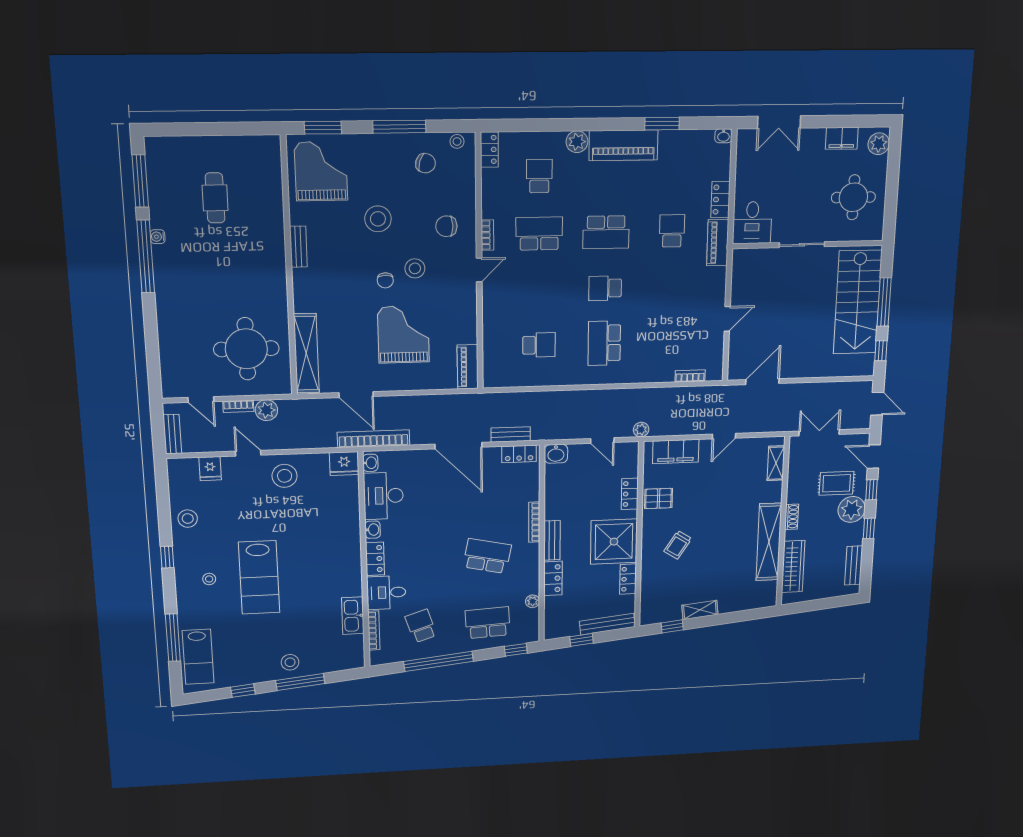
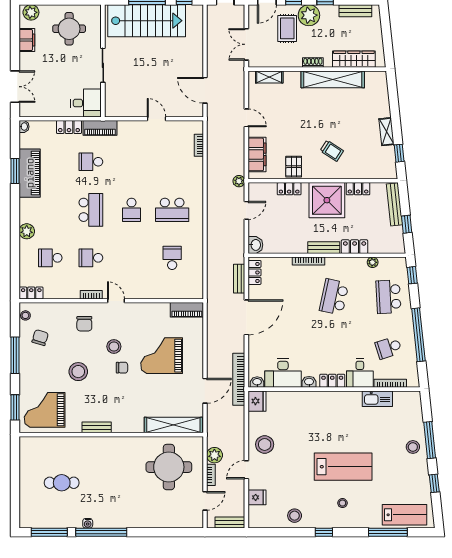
piano: (623, 145) -> (30, 173), moved
school desk: (539, 234) -> (91, 258), width x0.54

